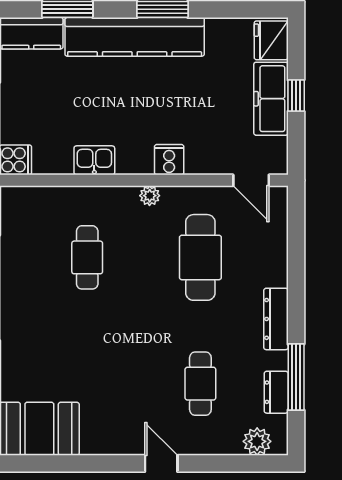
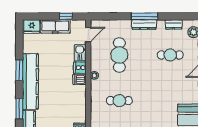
window: (296, 96) -> (66, 16), moved
dishwasher: (140, 158) -> (79, 80), added
kitchen sink: (94, 160) -> (80, 53), moved
cafe table: (200, 257) -> (119, 55), turned 90
window: (296, 377) -> (145, 16), moved

